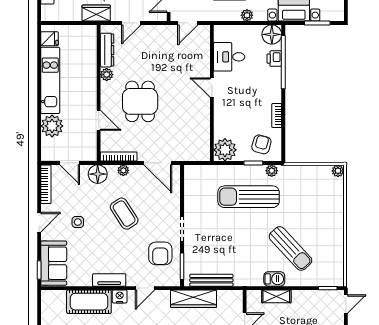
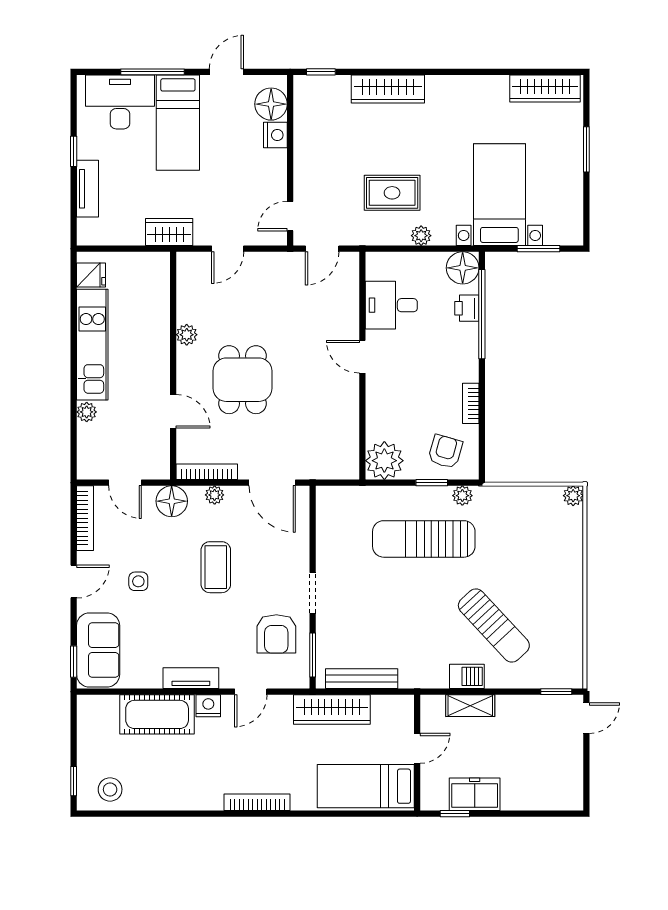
dresser: (107, 50) -> (187, 294), removed
plant: (52, 126) -> (87, 412), width x0.53, depth x0.53
coffee table: (124, 214) -> (216, 567), turned 33

